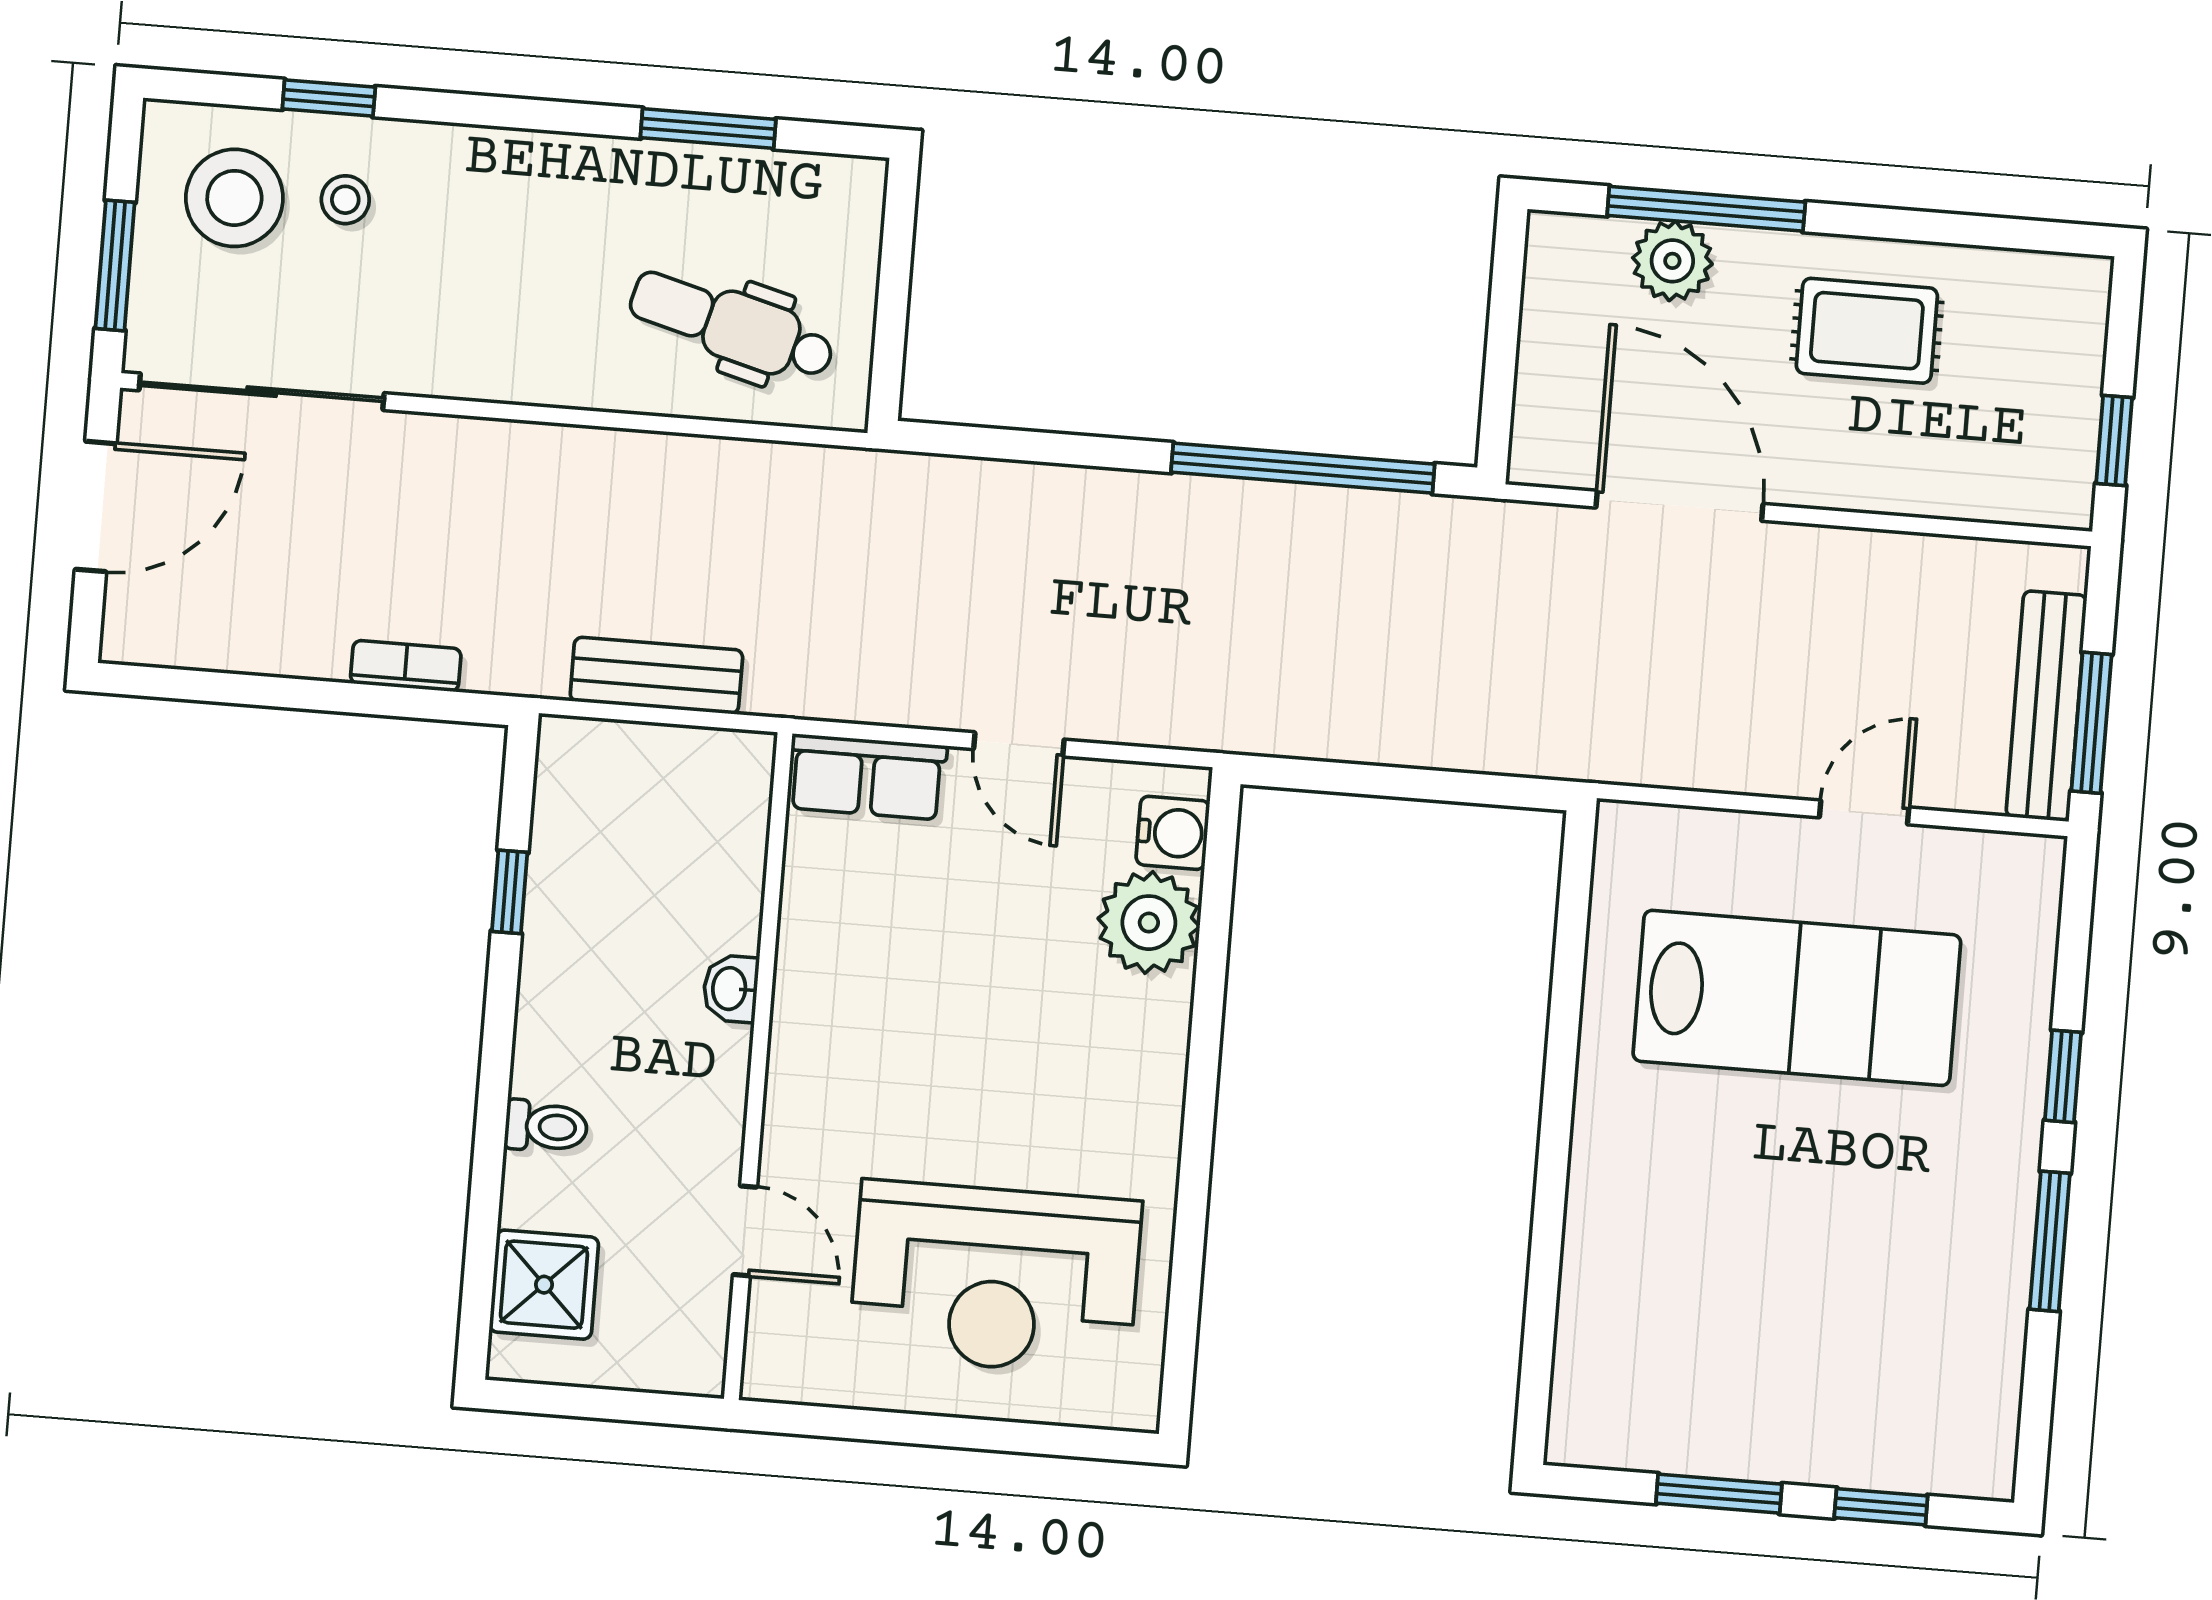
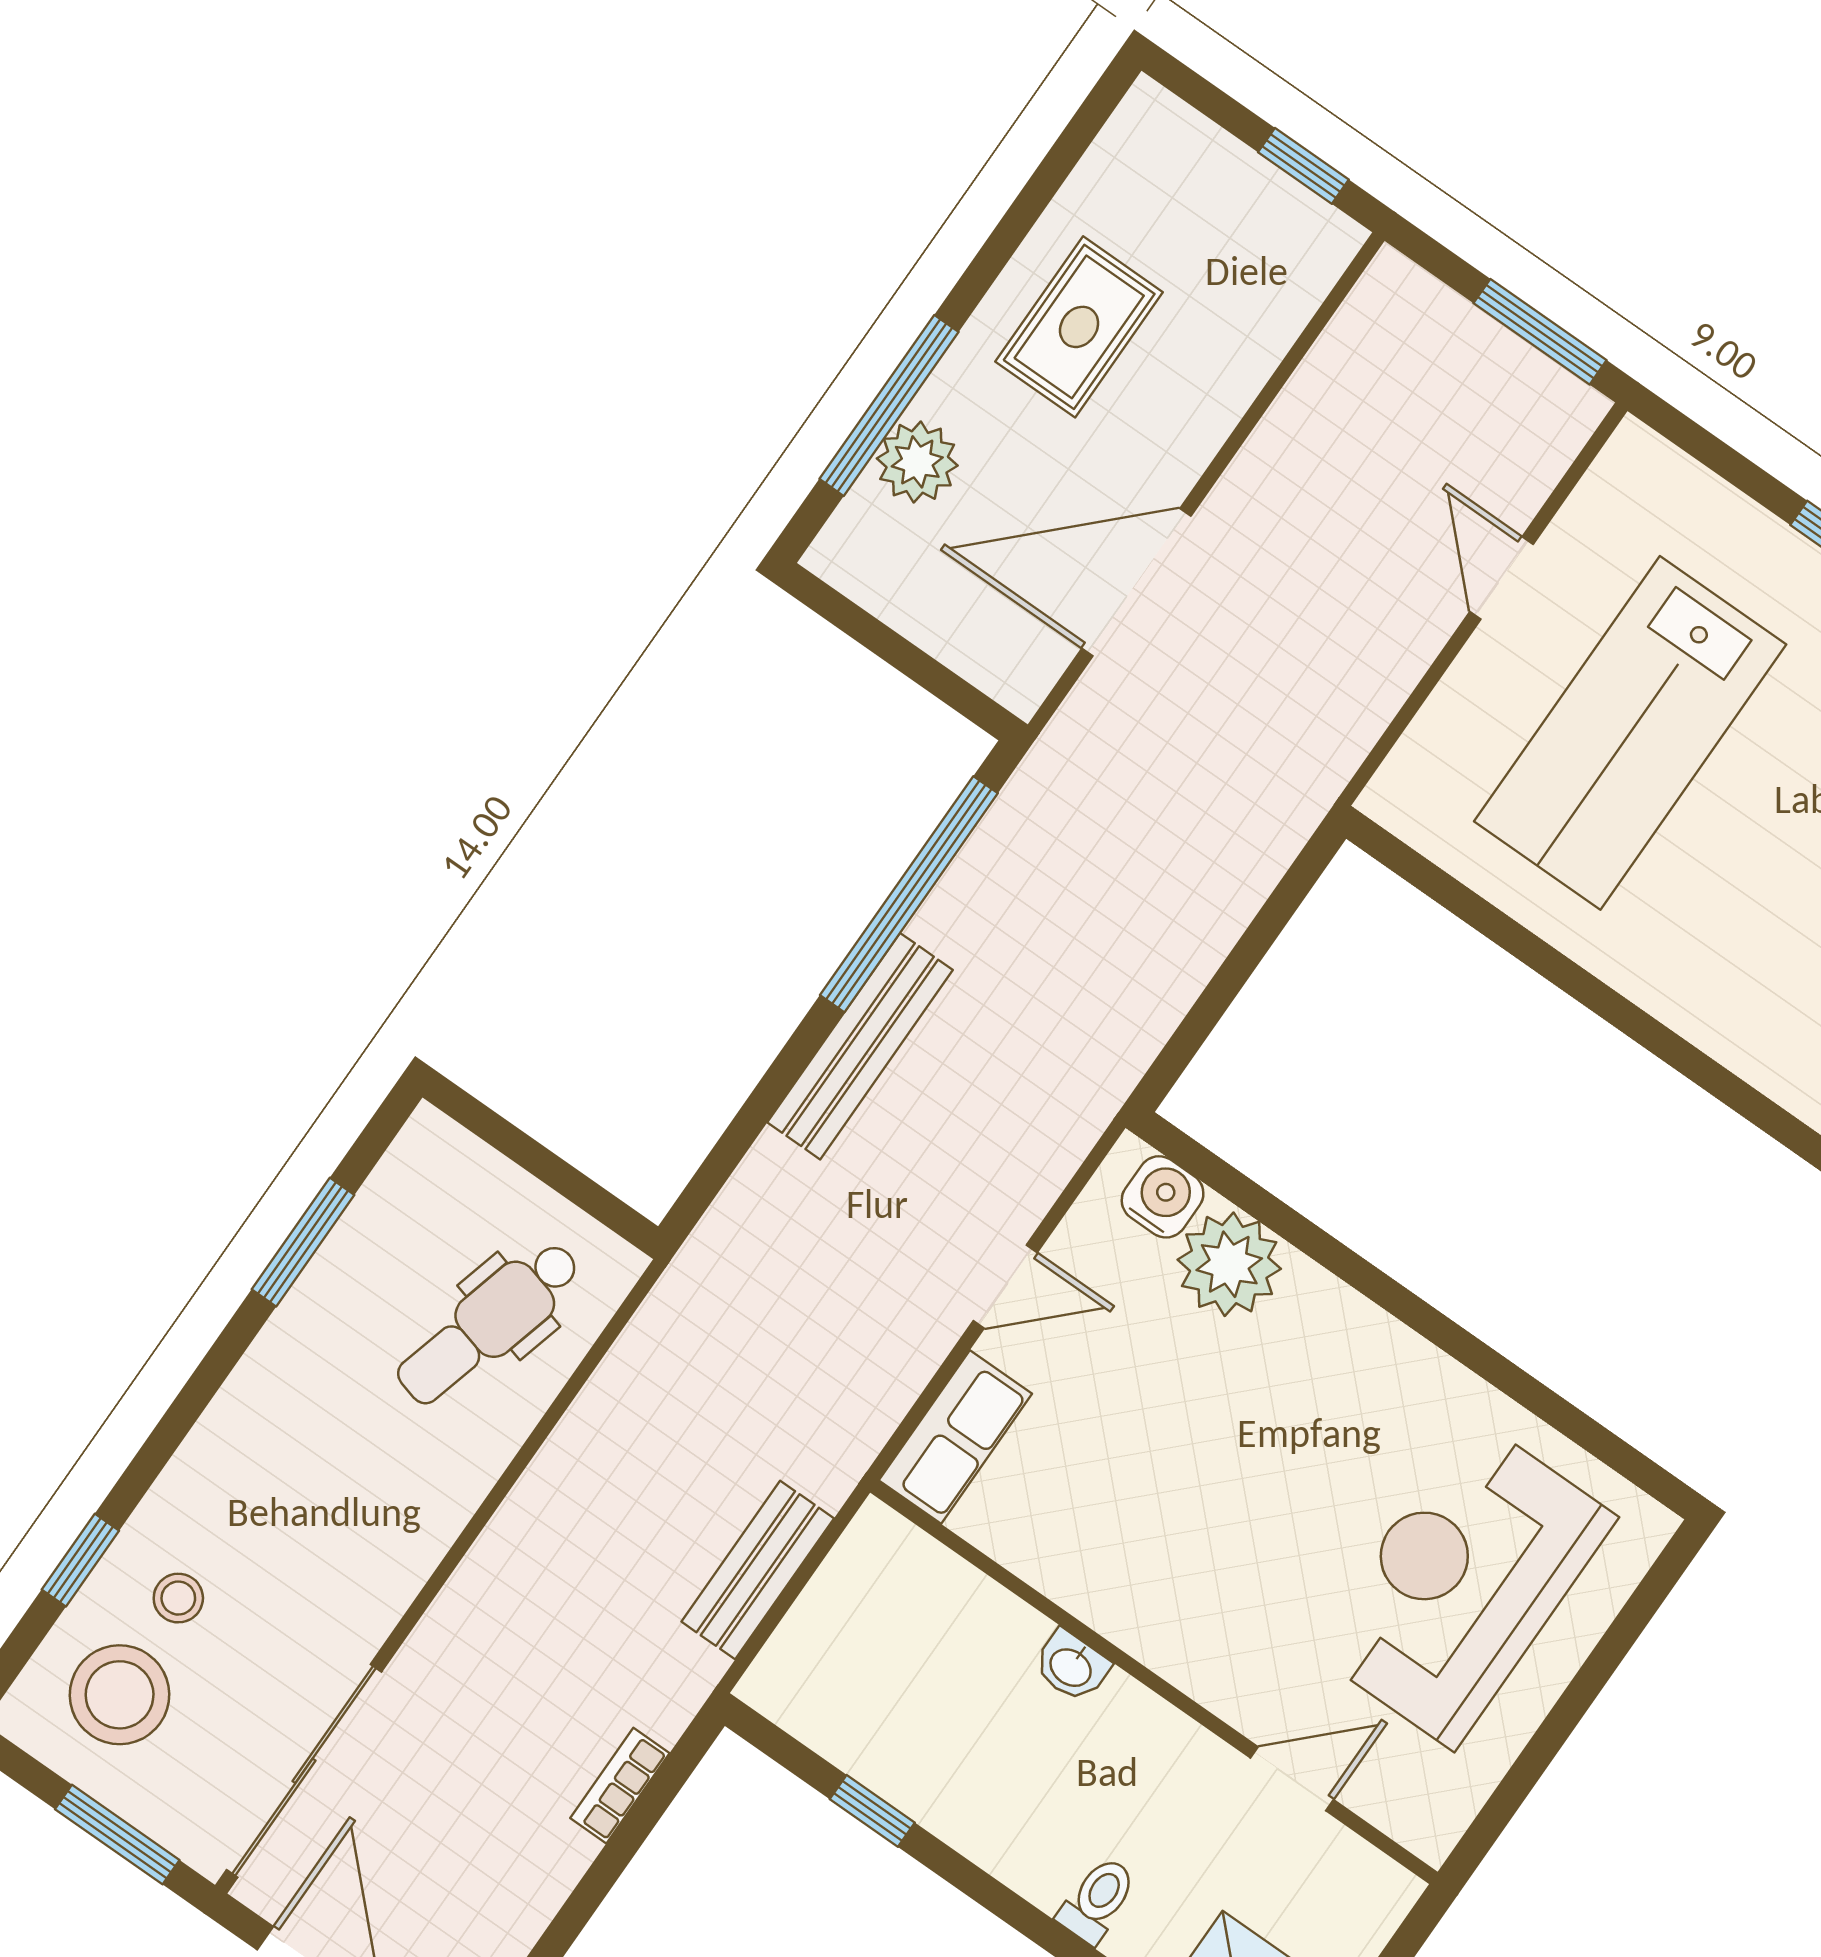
bench: (2046, 706) -> (860, 1046), moved, turned 90
lab bench: (1797, 998) -> (1630, 733), turned 180
reception desk: (995, 1278) -> (1463, 1583), turned 180

